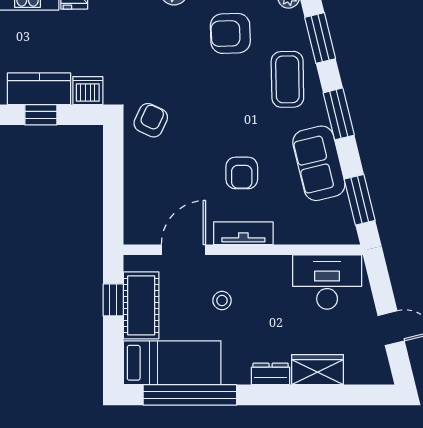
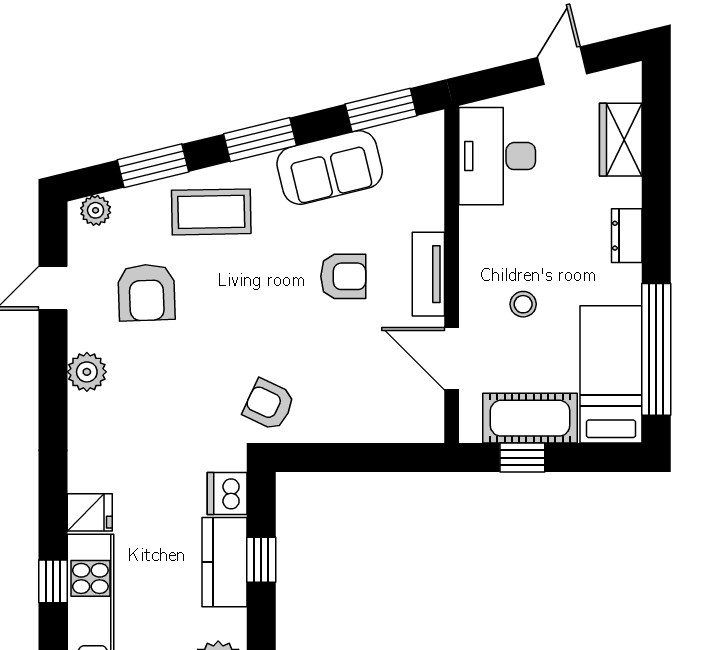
wardrobe: (318, 370) -> (621, 140), moved

